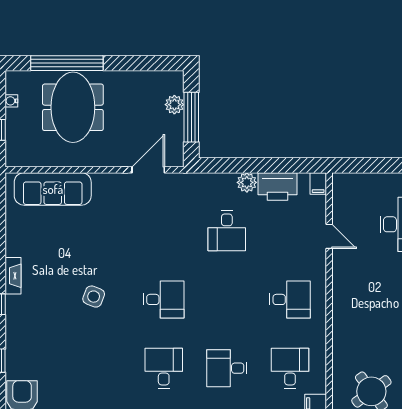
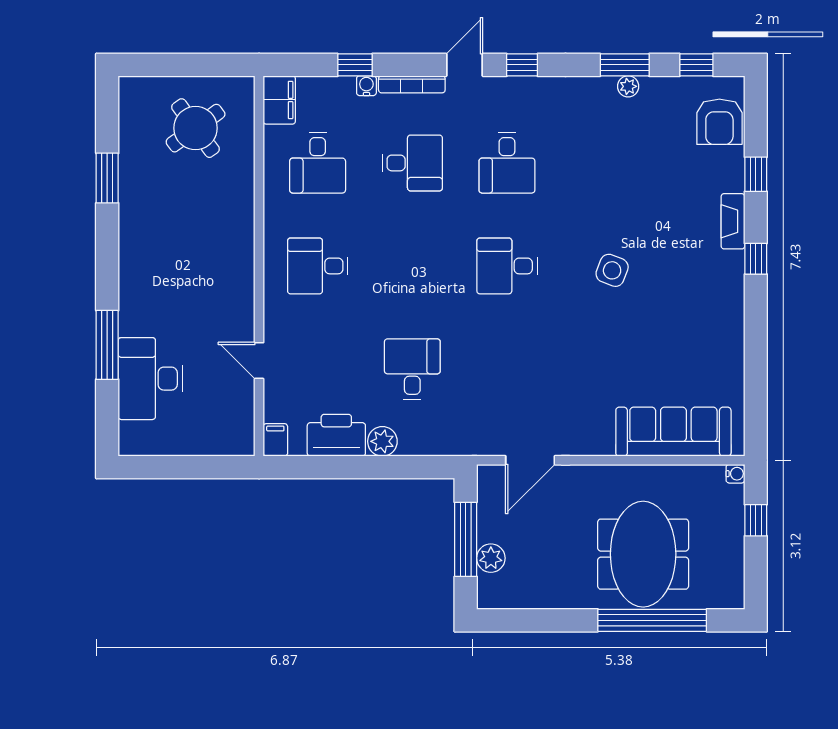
water cooler: (11, 101) -> (735, 474), moved
fireplace: (13, 276) -> (733, 221), moved

